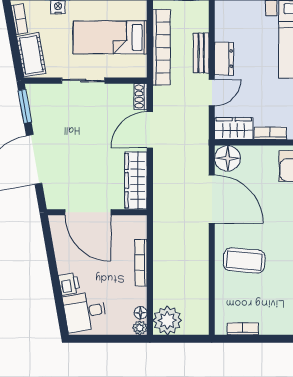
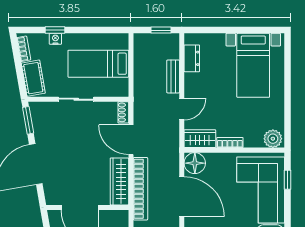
bookcase: (161, 47) -> (140, 189), moved
dresser: (224, 59) -> (192, 58), moved
door: (150, 130) -> (131, 140), hinge flipped

